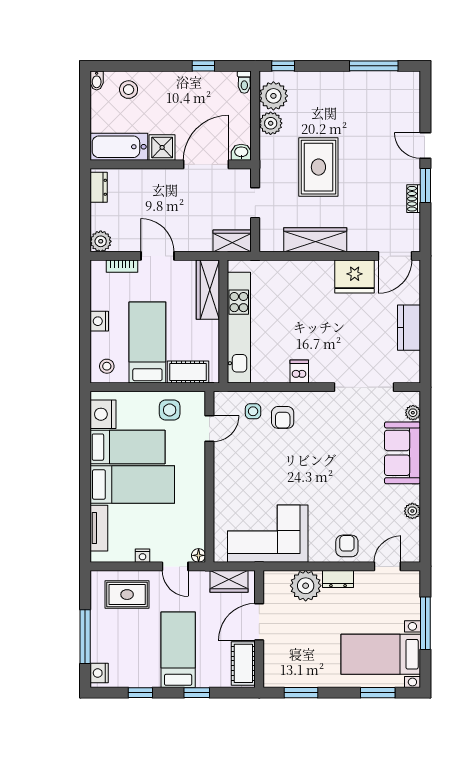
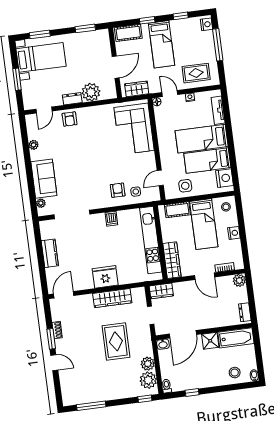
fridge: (355, 276) -> (105, 277), moved
corner sofa: (268, 534) -> (134, 129), moved, turned 90
window: (425, 623) -> (17, 79), width x0.69
cot: (243, 663) -> (128, 33), moved, turned 90

